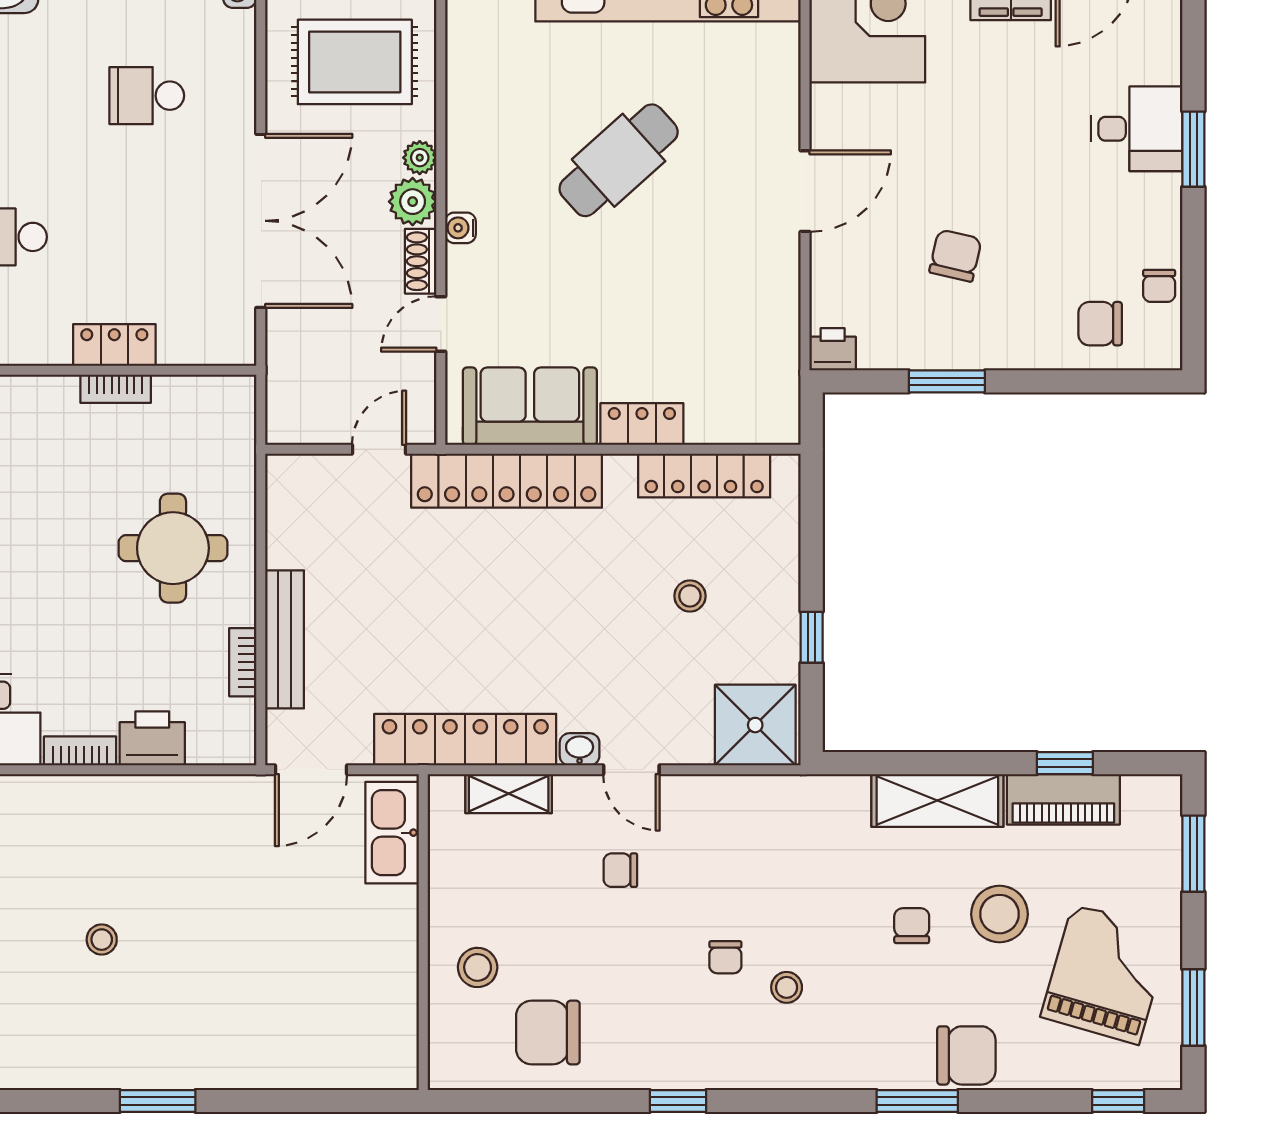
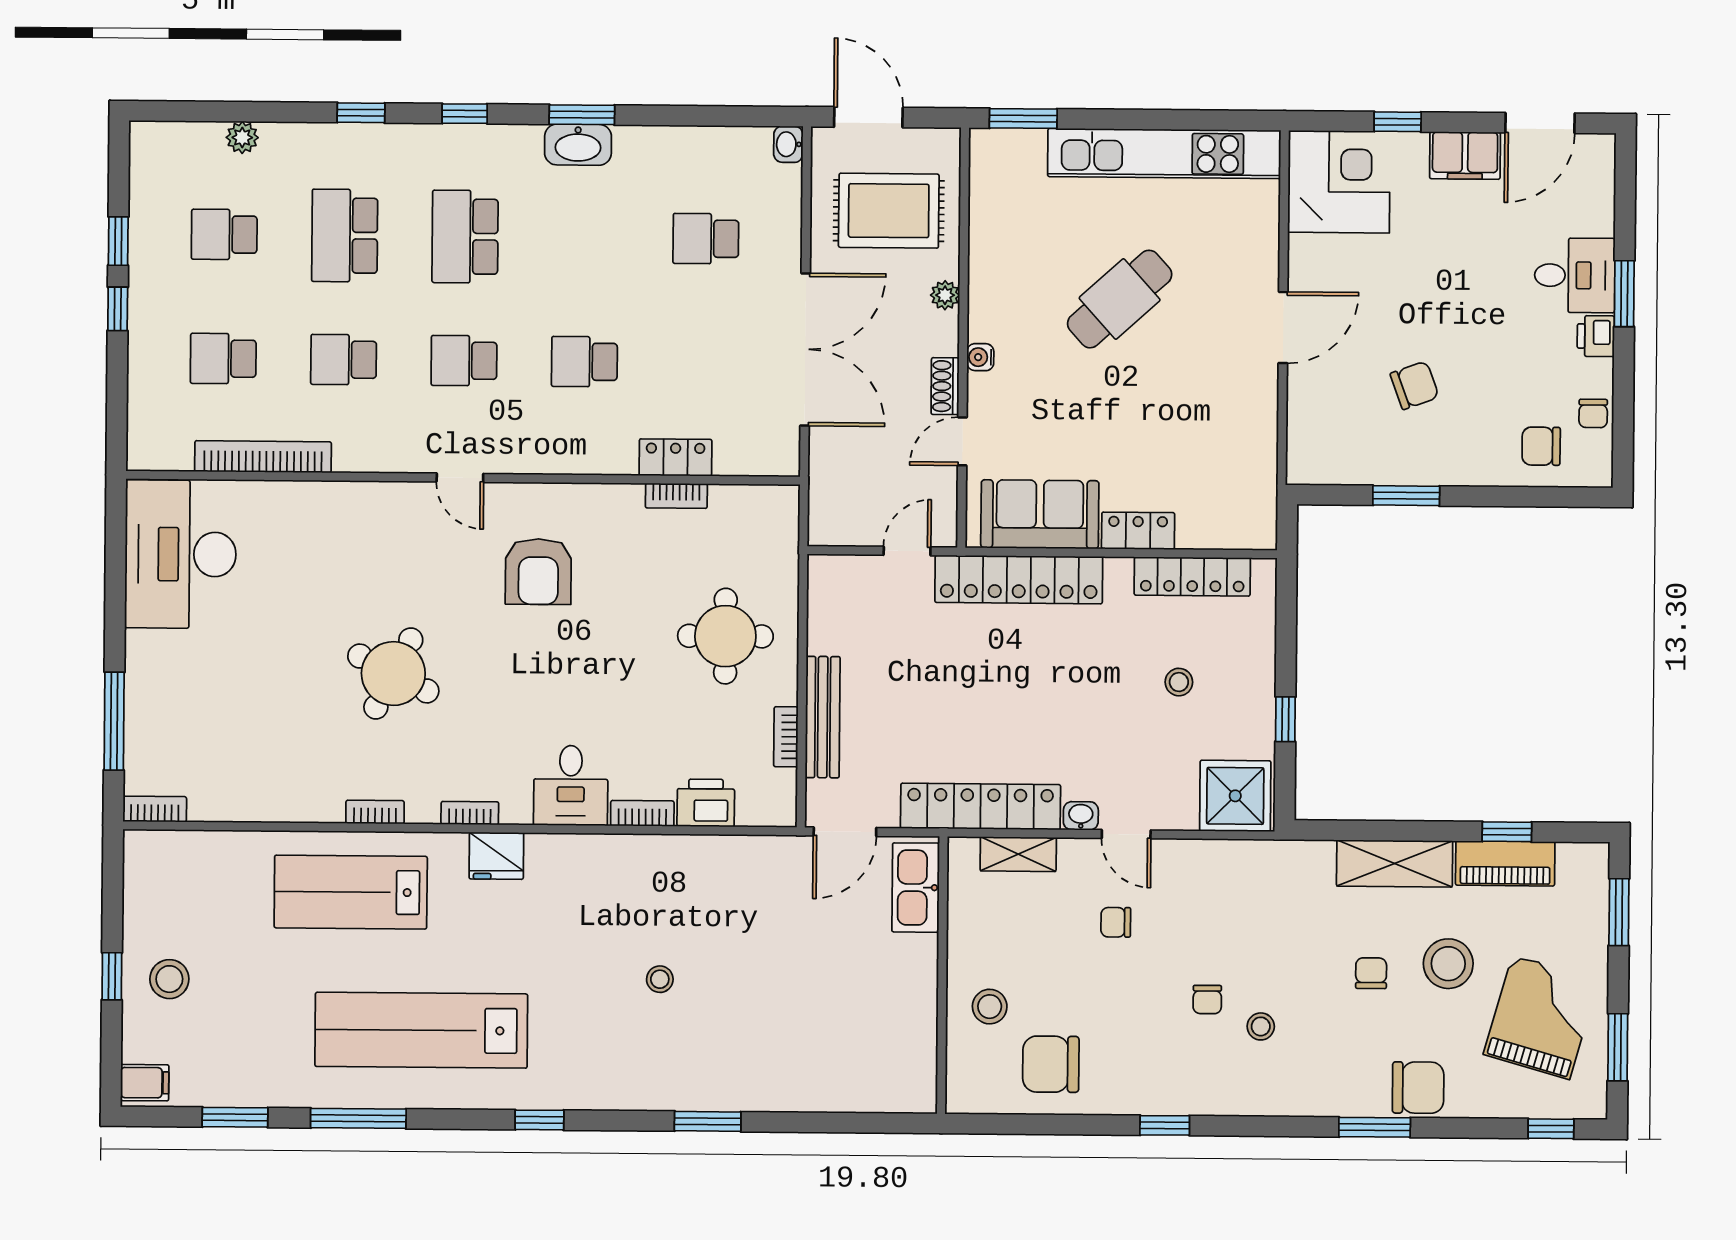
plant: (413, 202) -> (938, 334), removed
chair: (955, 256) -> (1415, 385), turned 57
printer: (833, 349) -> (1596, 336), moved, turned -90

